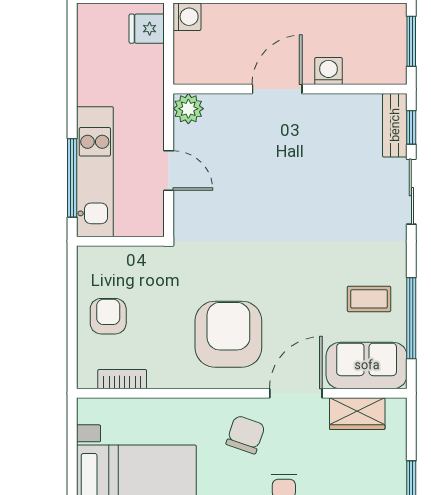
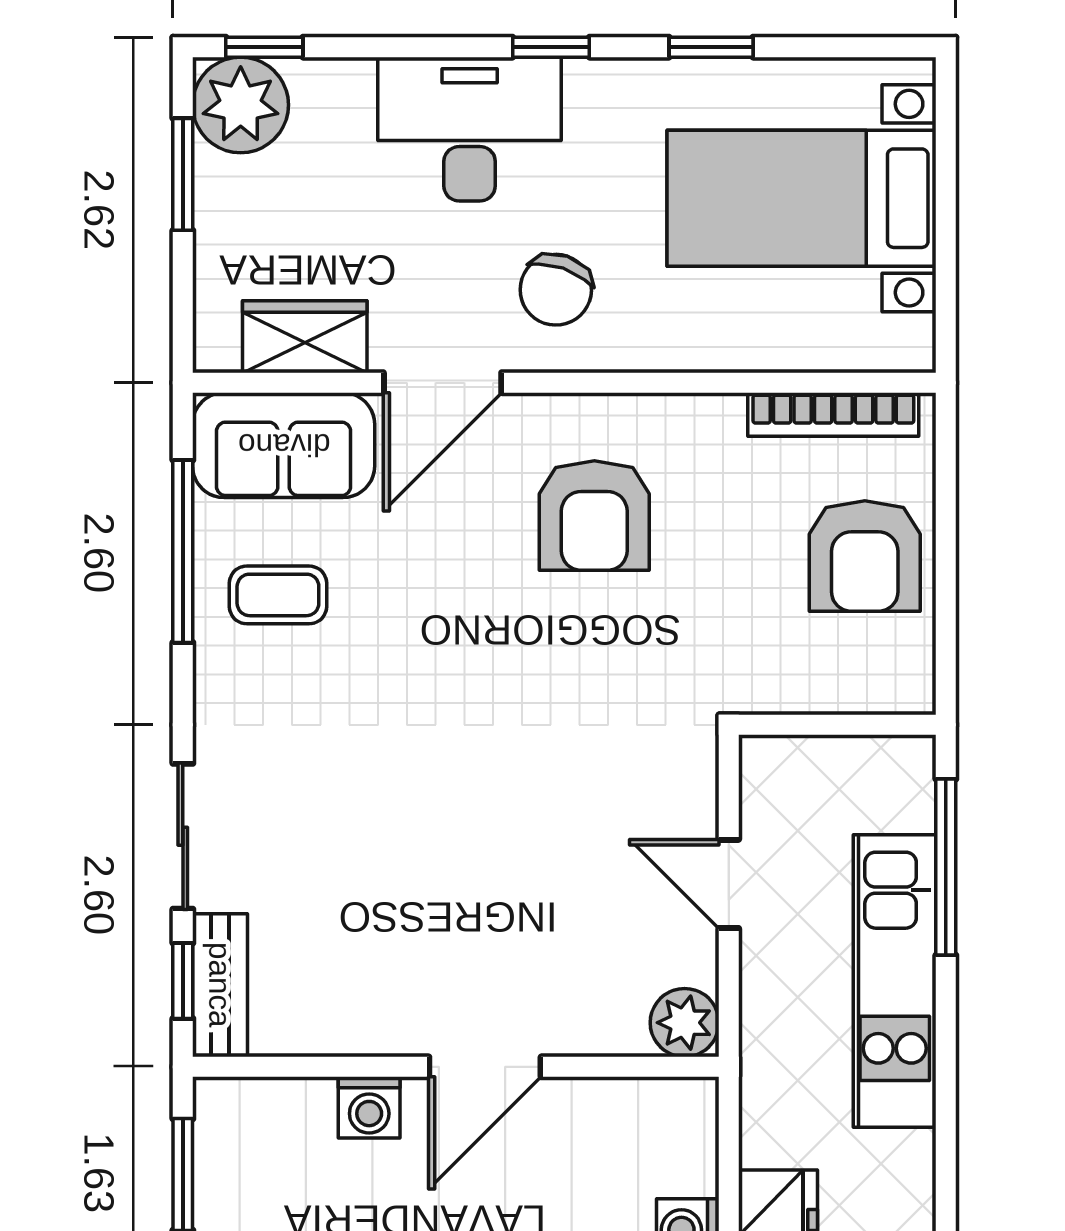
kitchen unit: (95, 172) -> (895, 981), moved
armchair: (108, 316) -> (865, 556), width x1.38, depth x1.38
armchair: (228, 334) -> (594, 516), width x0.73, depth x0.73
bookcase: (122, 379) -> (833, 414), width x1.56

